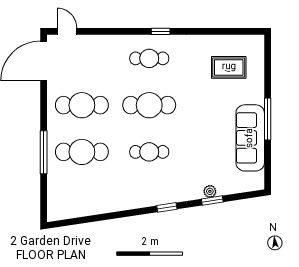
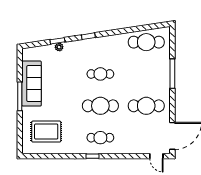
rug: (229, 67) -> (46, 132), width x1.36, depth x1.43
cafe table: (82, 152) -> (146, 42), moved

